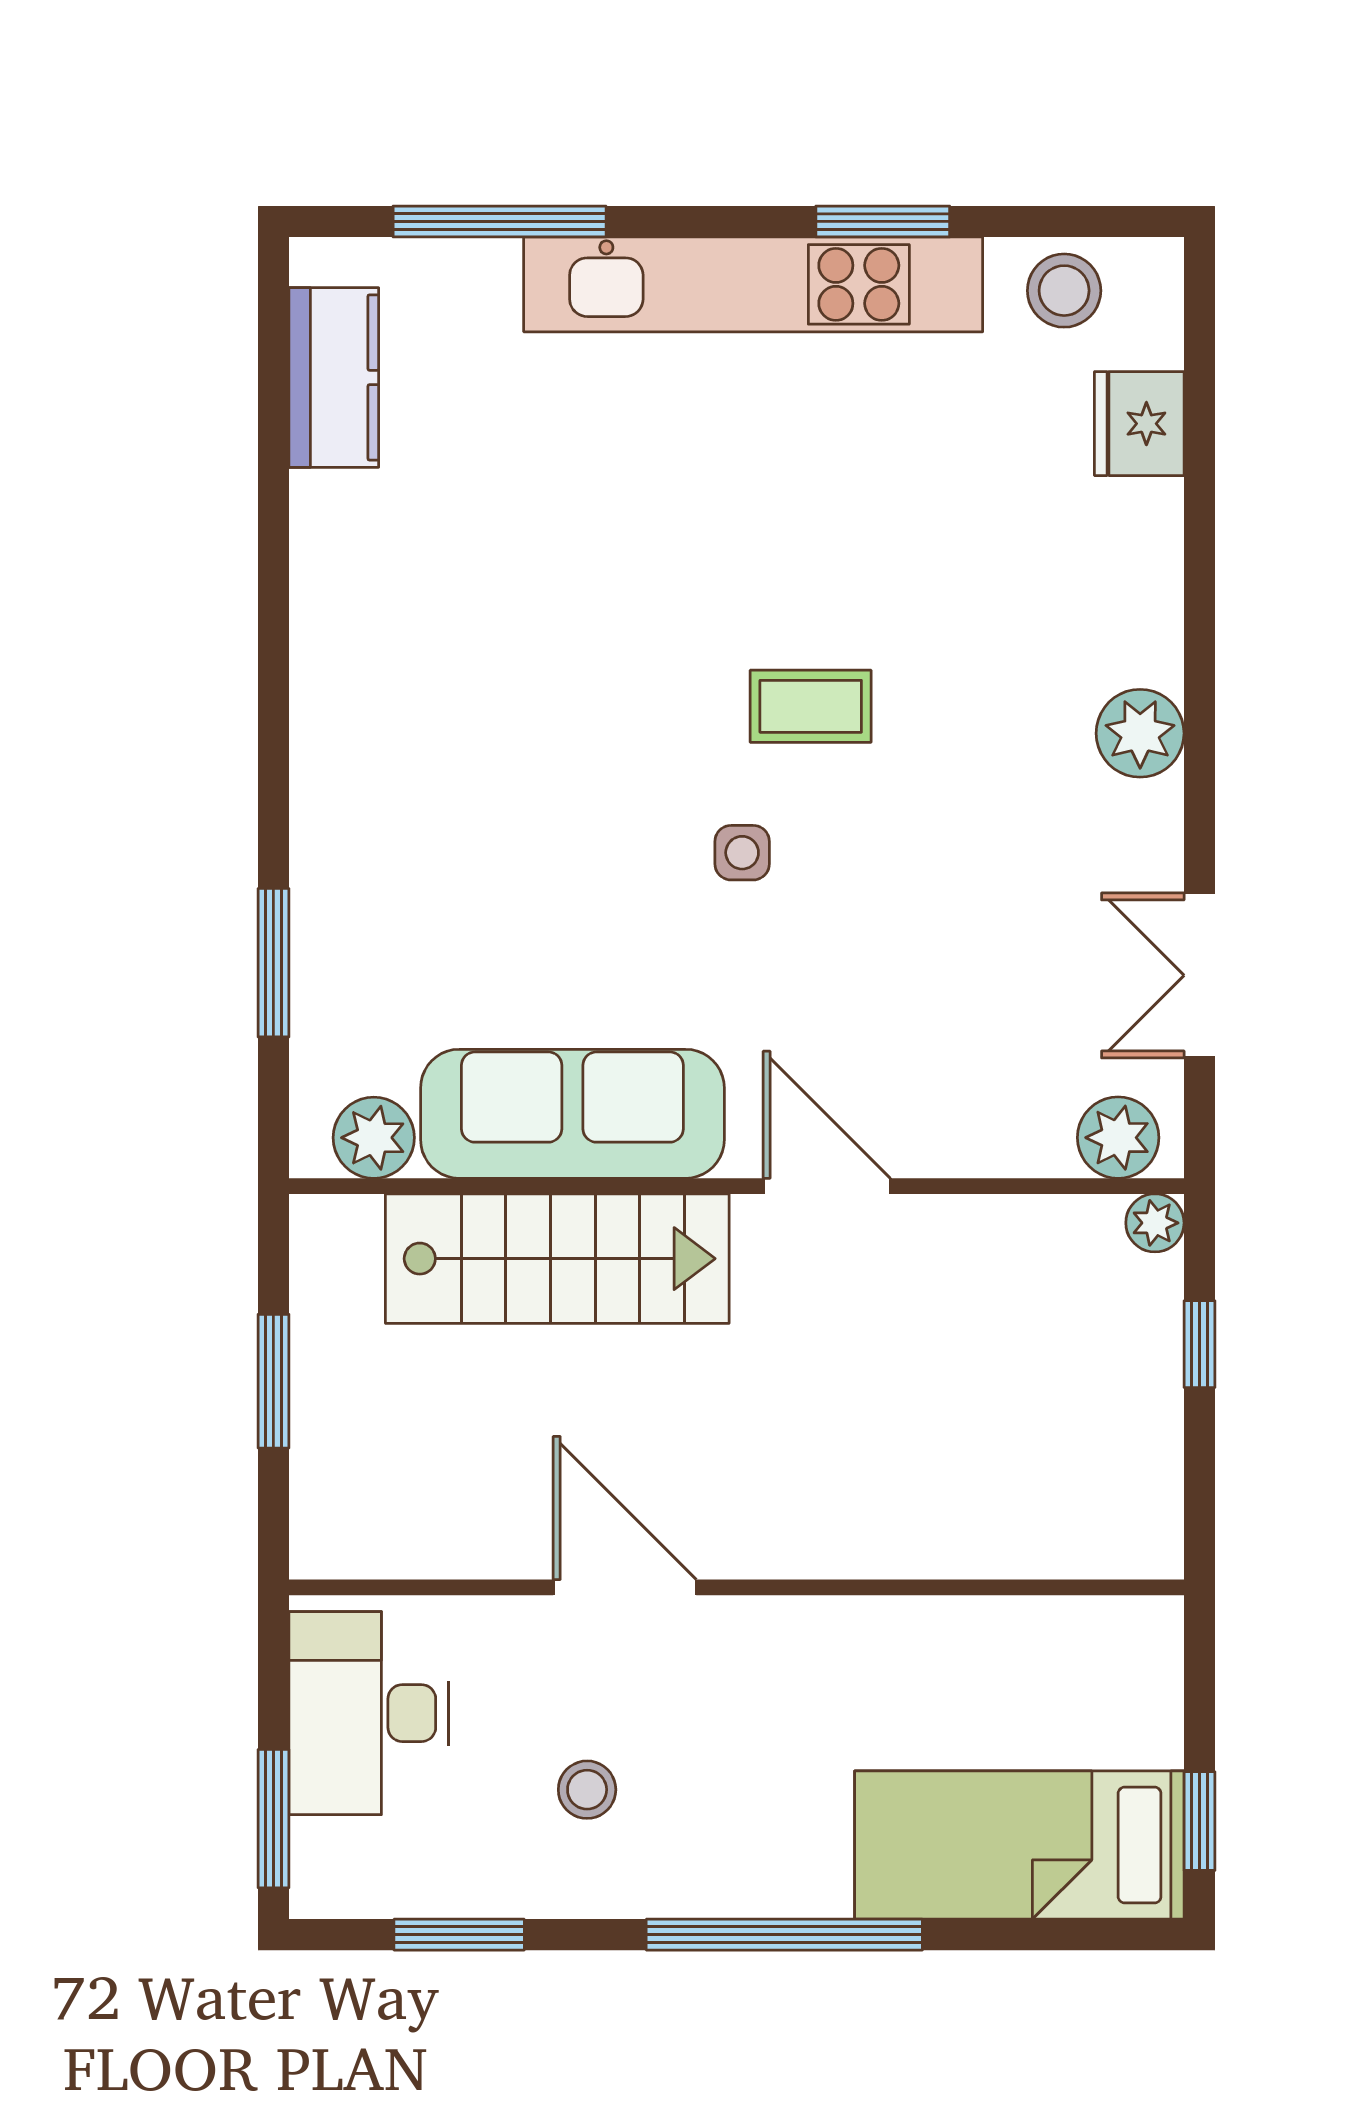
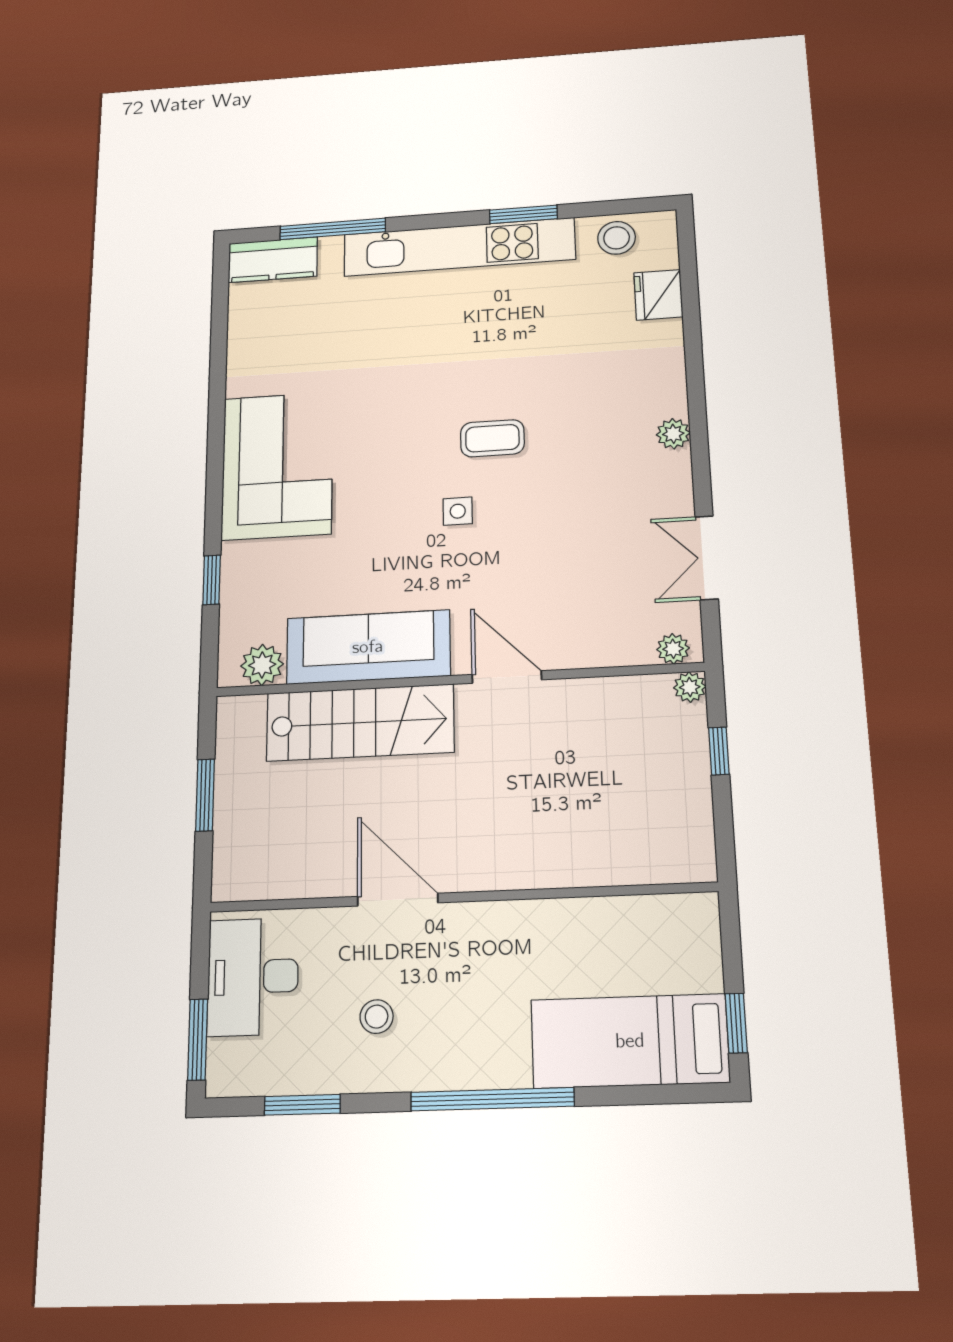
kitchen counter: (334, 377) -> (273, 260), moved, turned 90
plant: (1140, 733) -> (673, 434), width x0.73, depth x0.73
corner sofa: (395, 735) -> (277, 466), added
window: (273, 963) -> (212, 580), width x0.67
plant: (1118, 1138) -> (673, 649), width x0.73, depth x0.73

